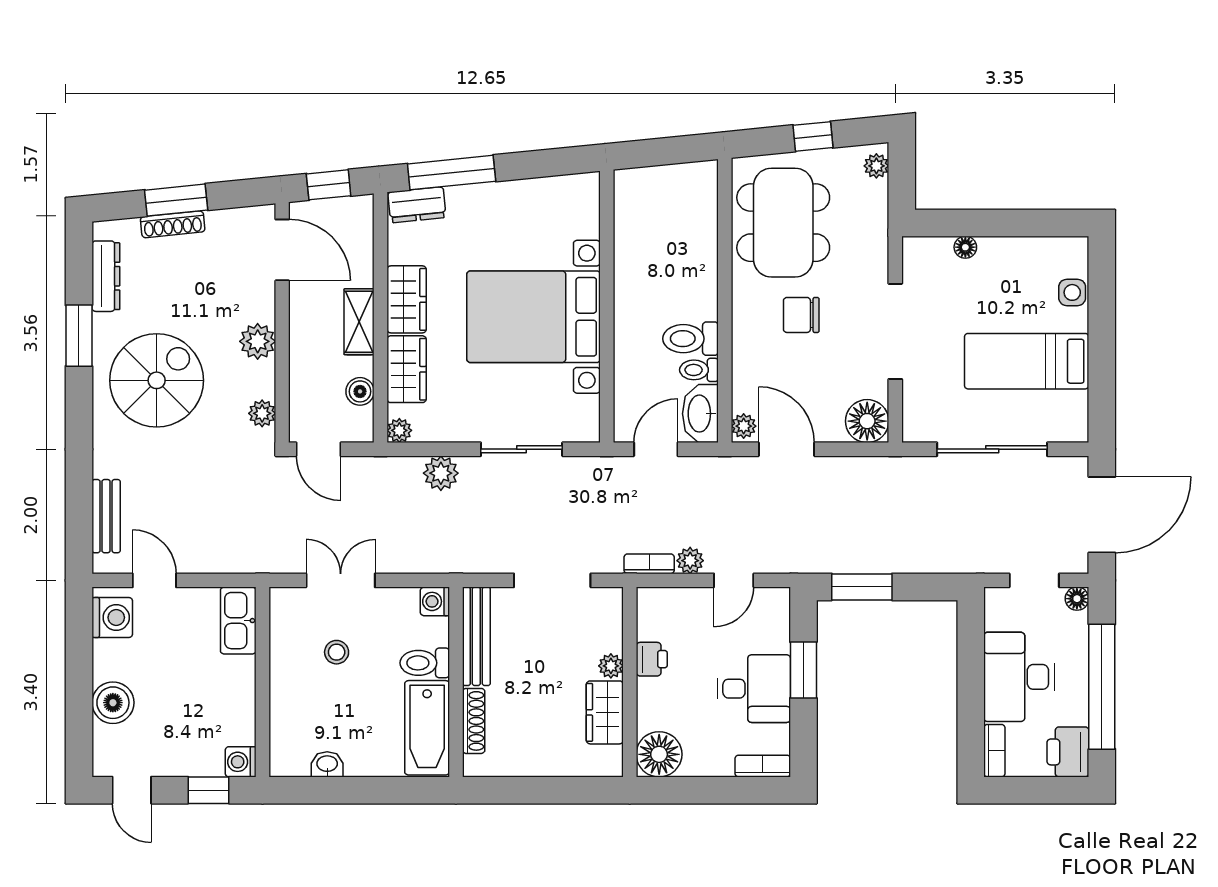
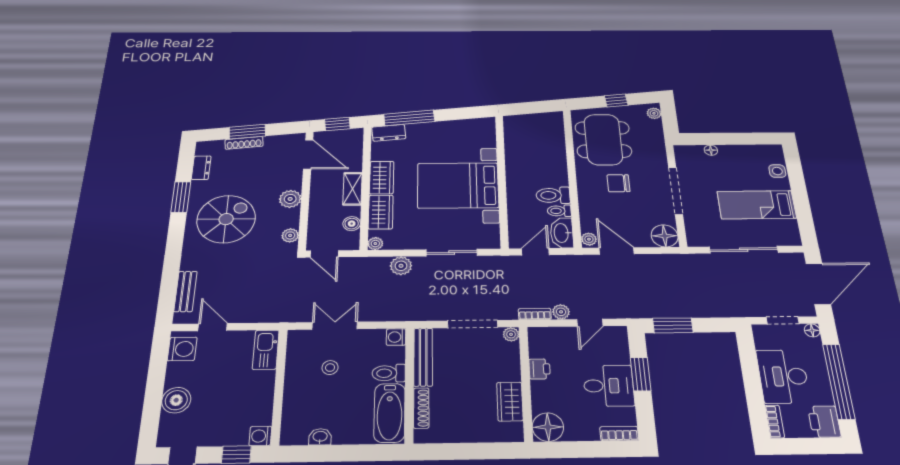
dresser: (106, 276) -> (201, 168), width x0.70
plant: (611, 666) -> (511, 334), moved

